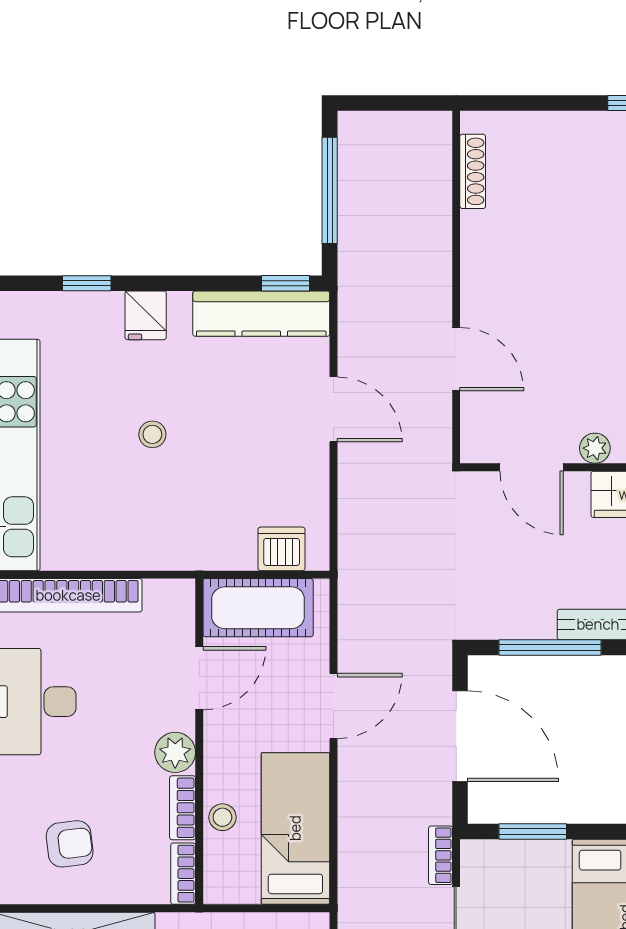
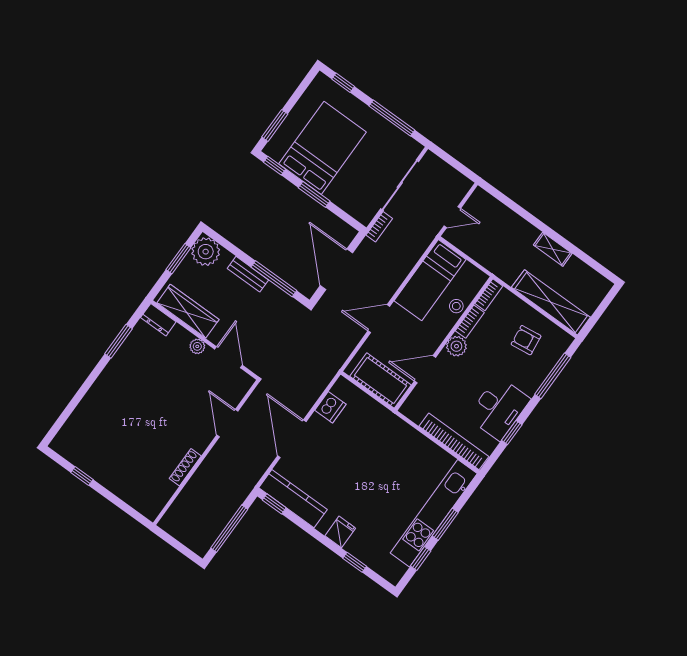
shoe rack: (473, 171) -> (185, 467), moved
door: (333, 409) -> (292, 439), width x1.36
stool: (152, 434) -> (372, 482), removed
dishwasher: (282, 549) -> (330, 407), moved, turned -90
window: (533, 832) -> (314, 194), moved

